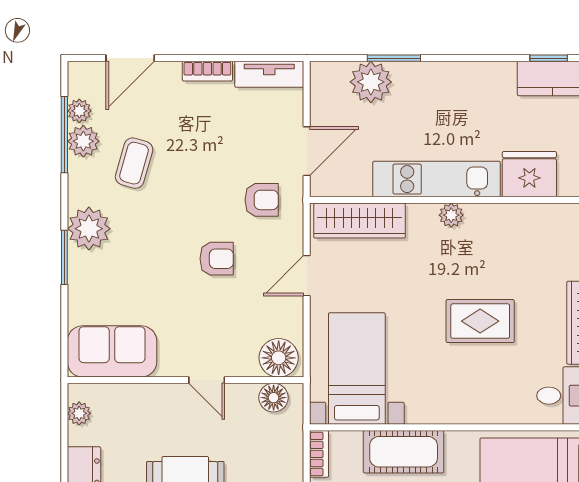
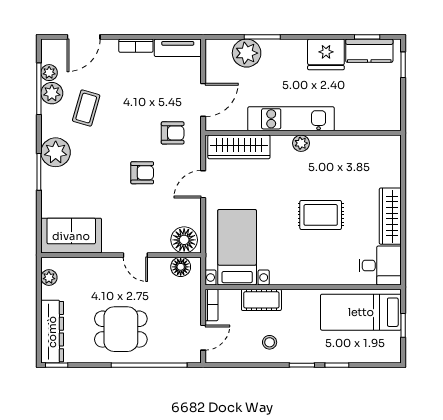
fridge: (529, 174) -> (326, 54), moved, turned 180
cot: (404, 452) -> (261, 300), width x0.73, depth x0.75

